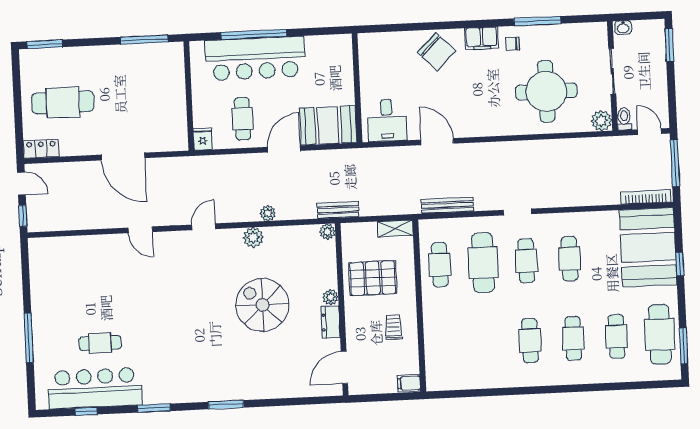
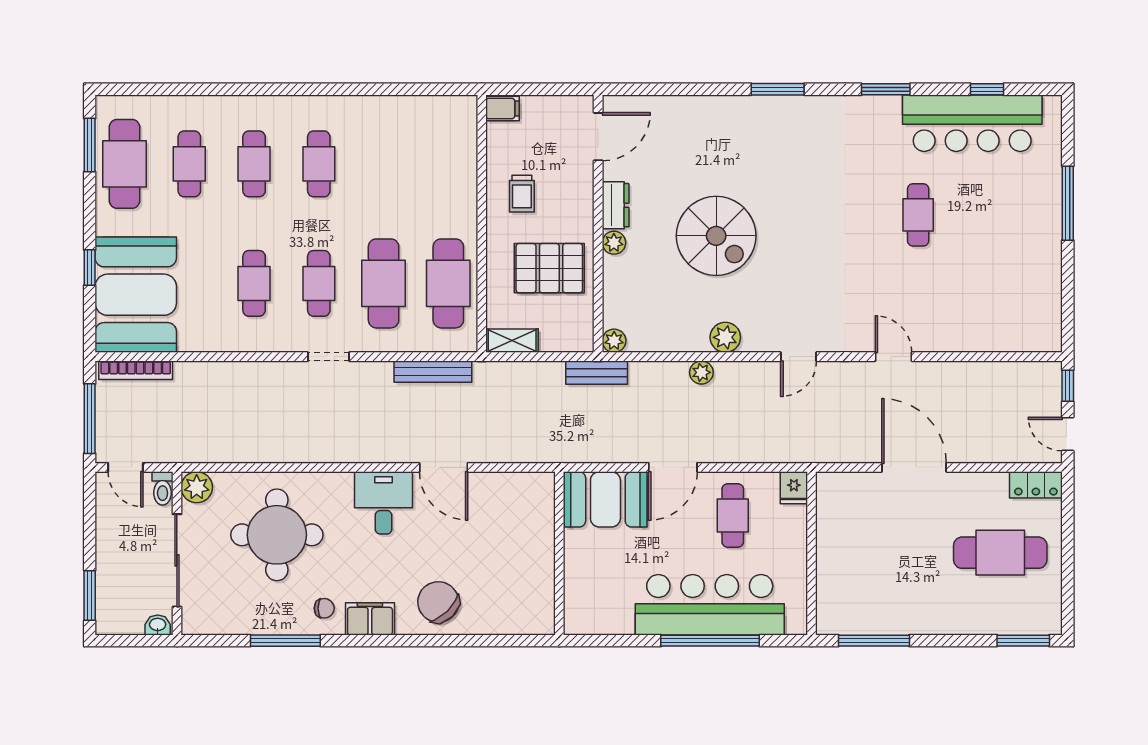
sliding door: (612, 71) -> (177, 560), width x1.37
desk: (387, 120) -> (384, 503), moved
cafe table: (440, 265) -> (448, 283), width x1.37, depth x1.35
cafe table: (100, 343) -> (918, 215), moved, turned 90

